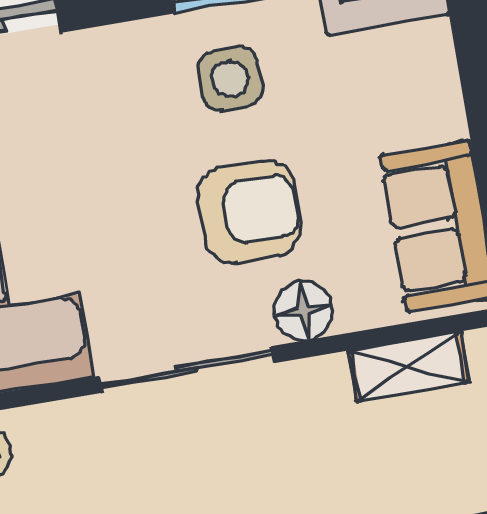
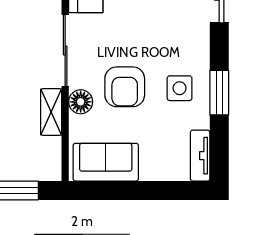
shelving: (409, 366) -> (51, 112), moved

